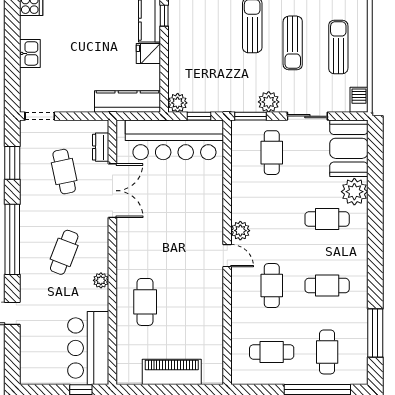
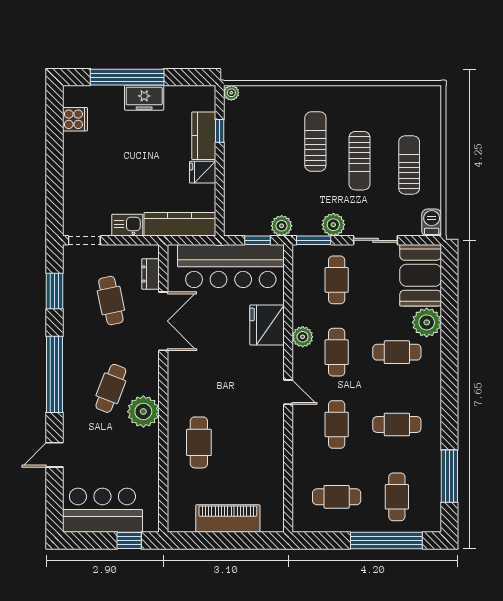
kitchen sink: (30, 53) -> (127, 225), moved, turned -90
plant: (178, 103) -> (282, 226), moved
fridge: (208, 194) -> (267, 325), added
cafe table: (272, 219) -> (337, 352), added
plant: (240, 231) -> (303, 337), moved
plant: (101, 280) -> (143, 412), width x1.88, depth x1.88
bar counter: (88, 348) -> (102, 510), moved, turned 90

